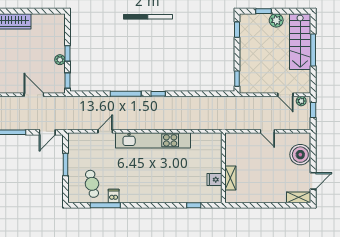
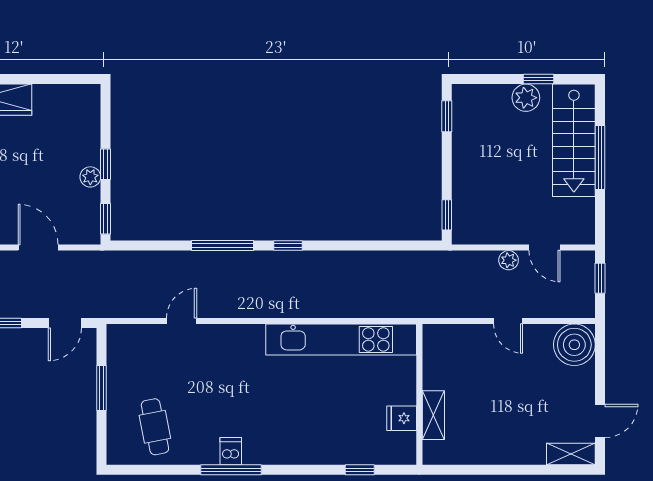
window: (264, 11) -> (539, 79), moved
plant: (301, 101) -> (509, 260), moved
kitchen unit: (153, 140) -> (341, 339), moved
boiler: (300, 155) -> (574, 345), moved
dishwasher: (114, 196) -> (231, 451), moved
window: (105, 205) -> (231, 470), moved

